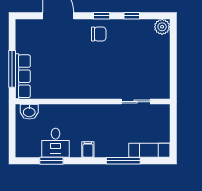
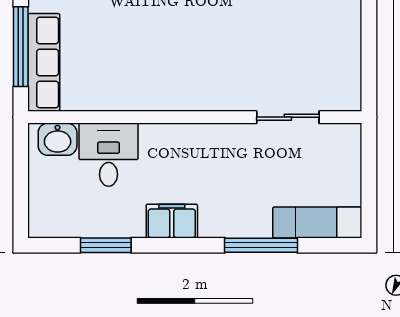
desk: (56, 143) -> (108, 155), moved, turned 180
filing cabinet: (88, 150) -> (172, 221), width x2.00

